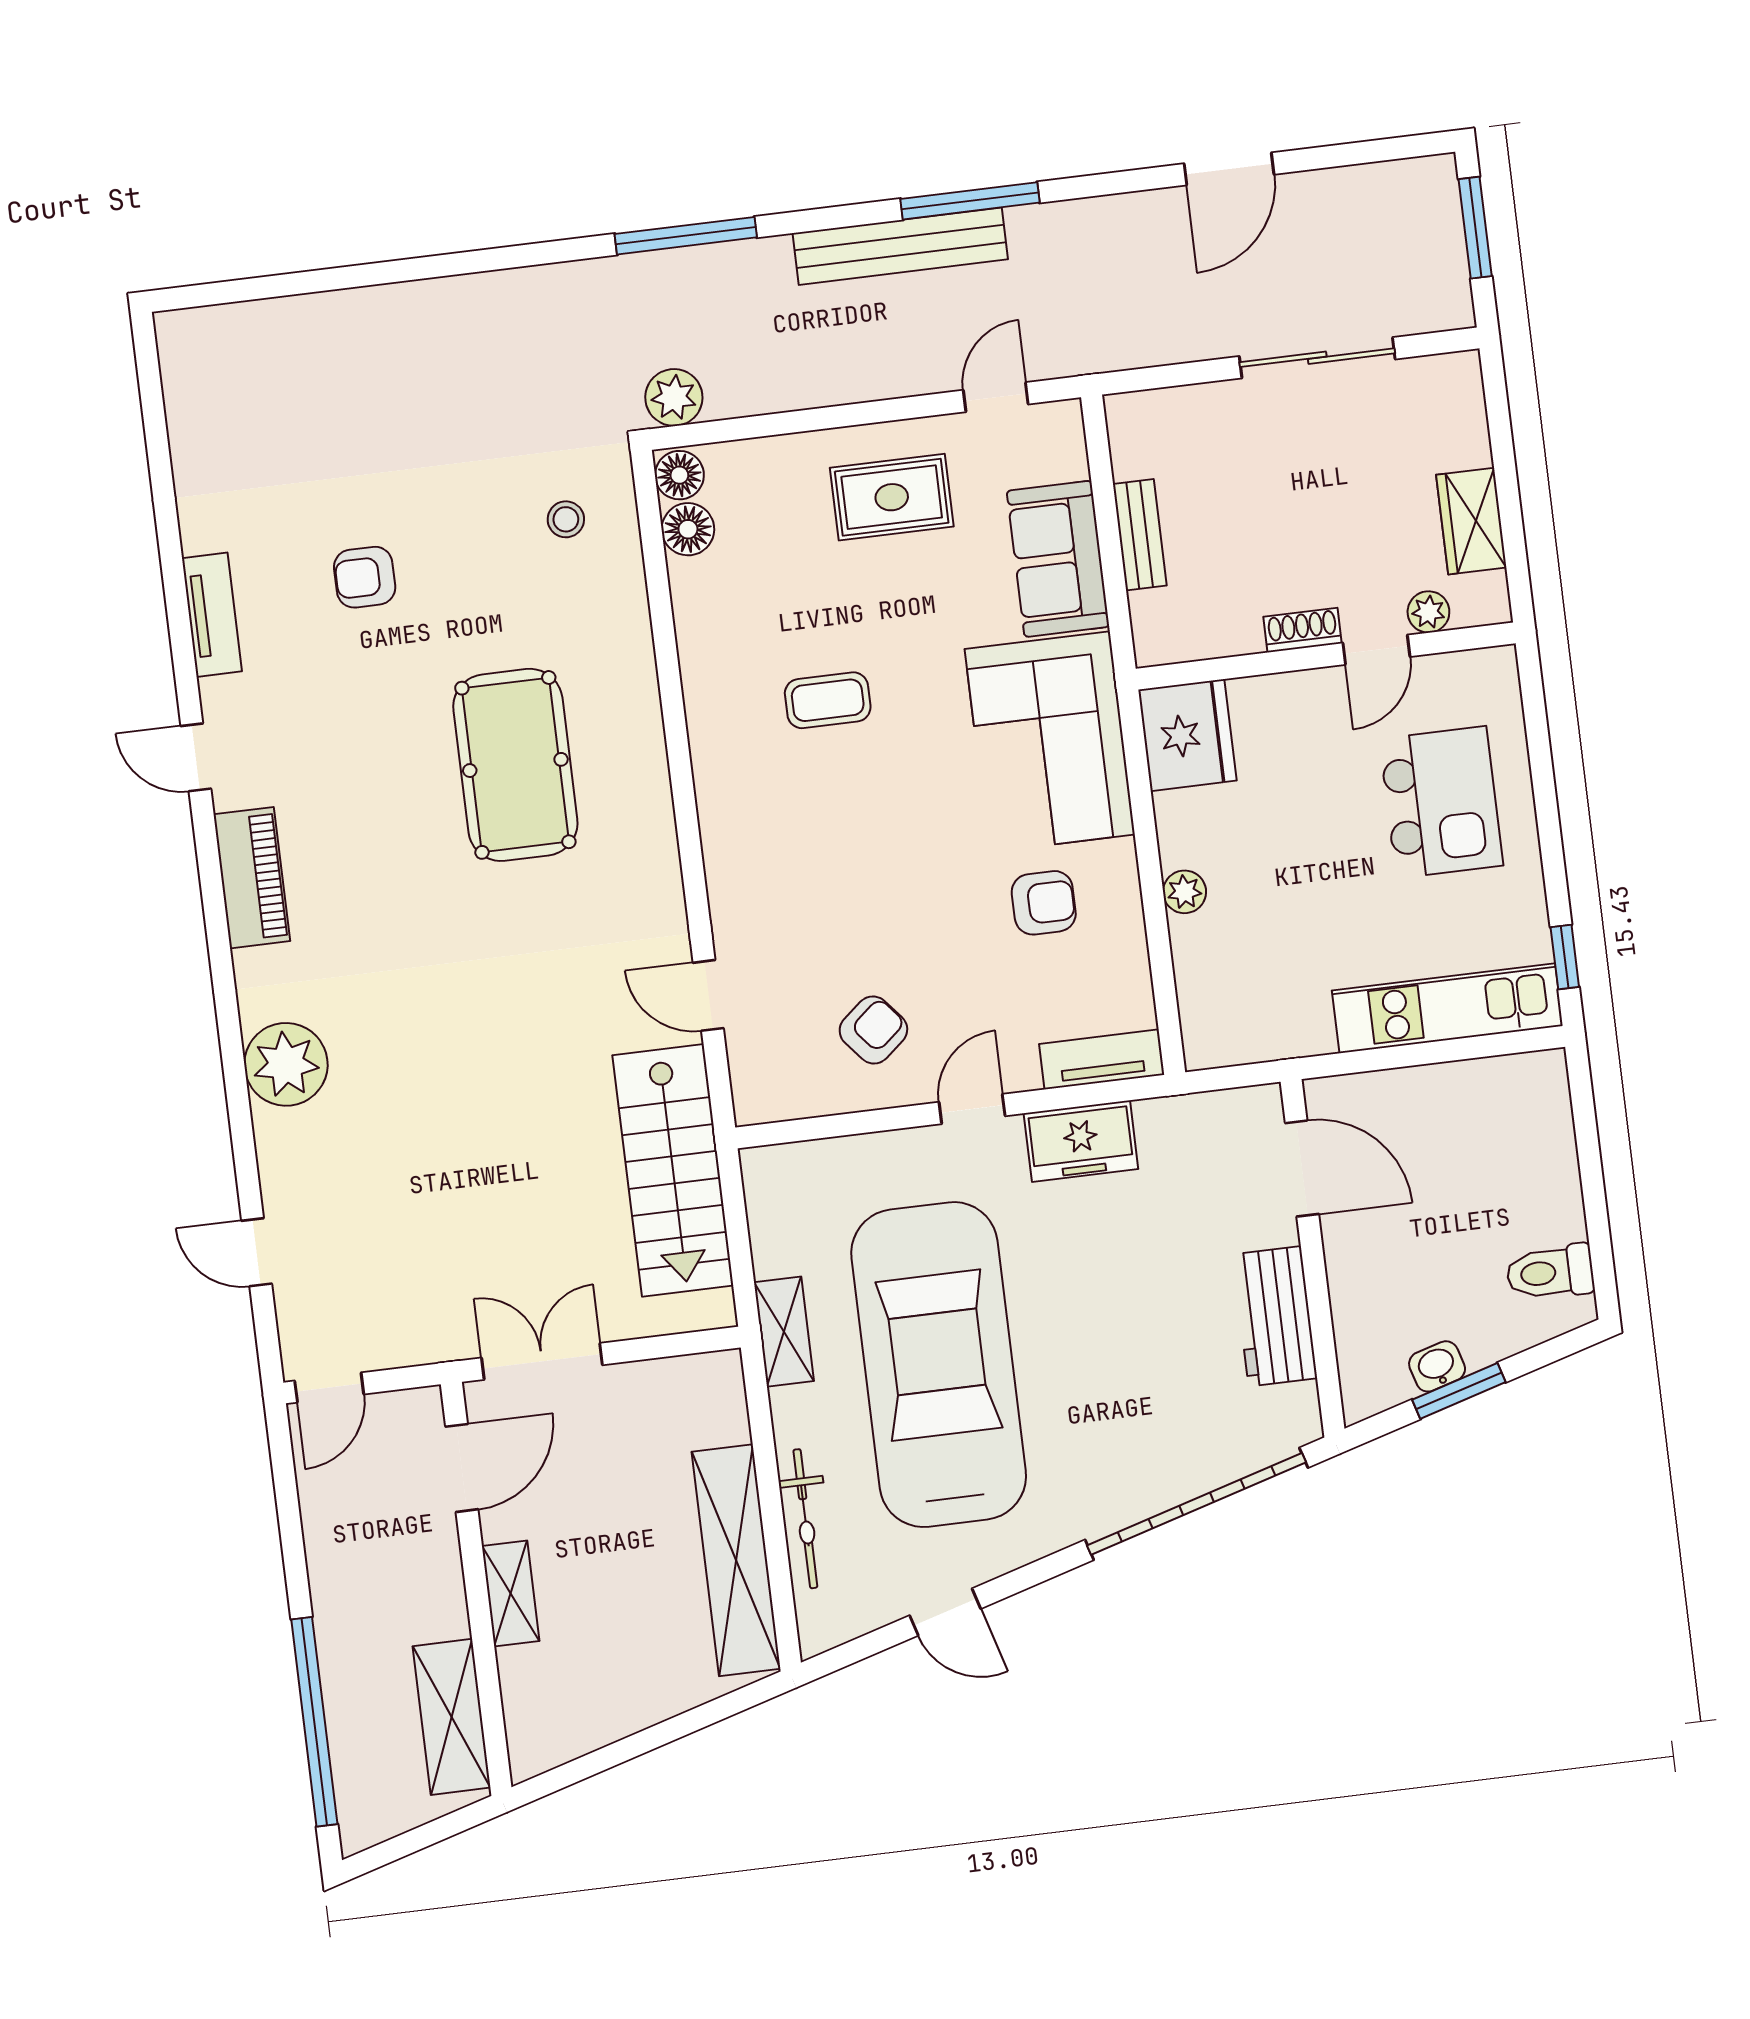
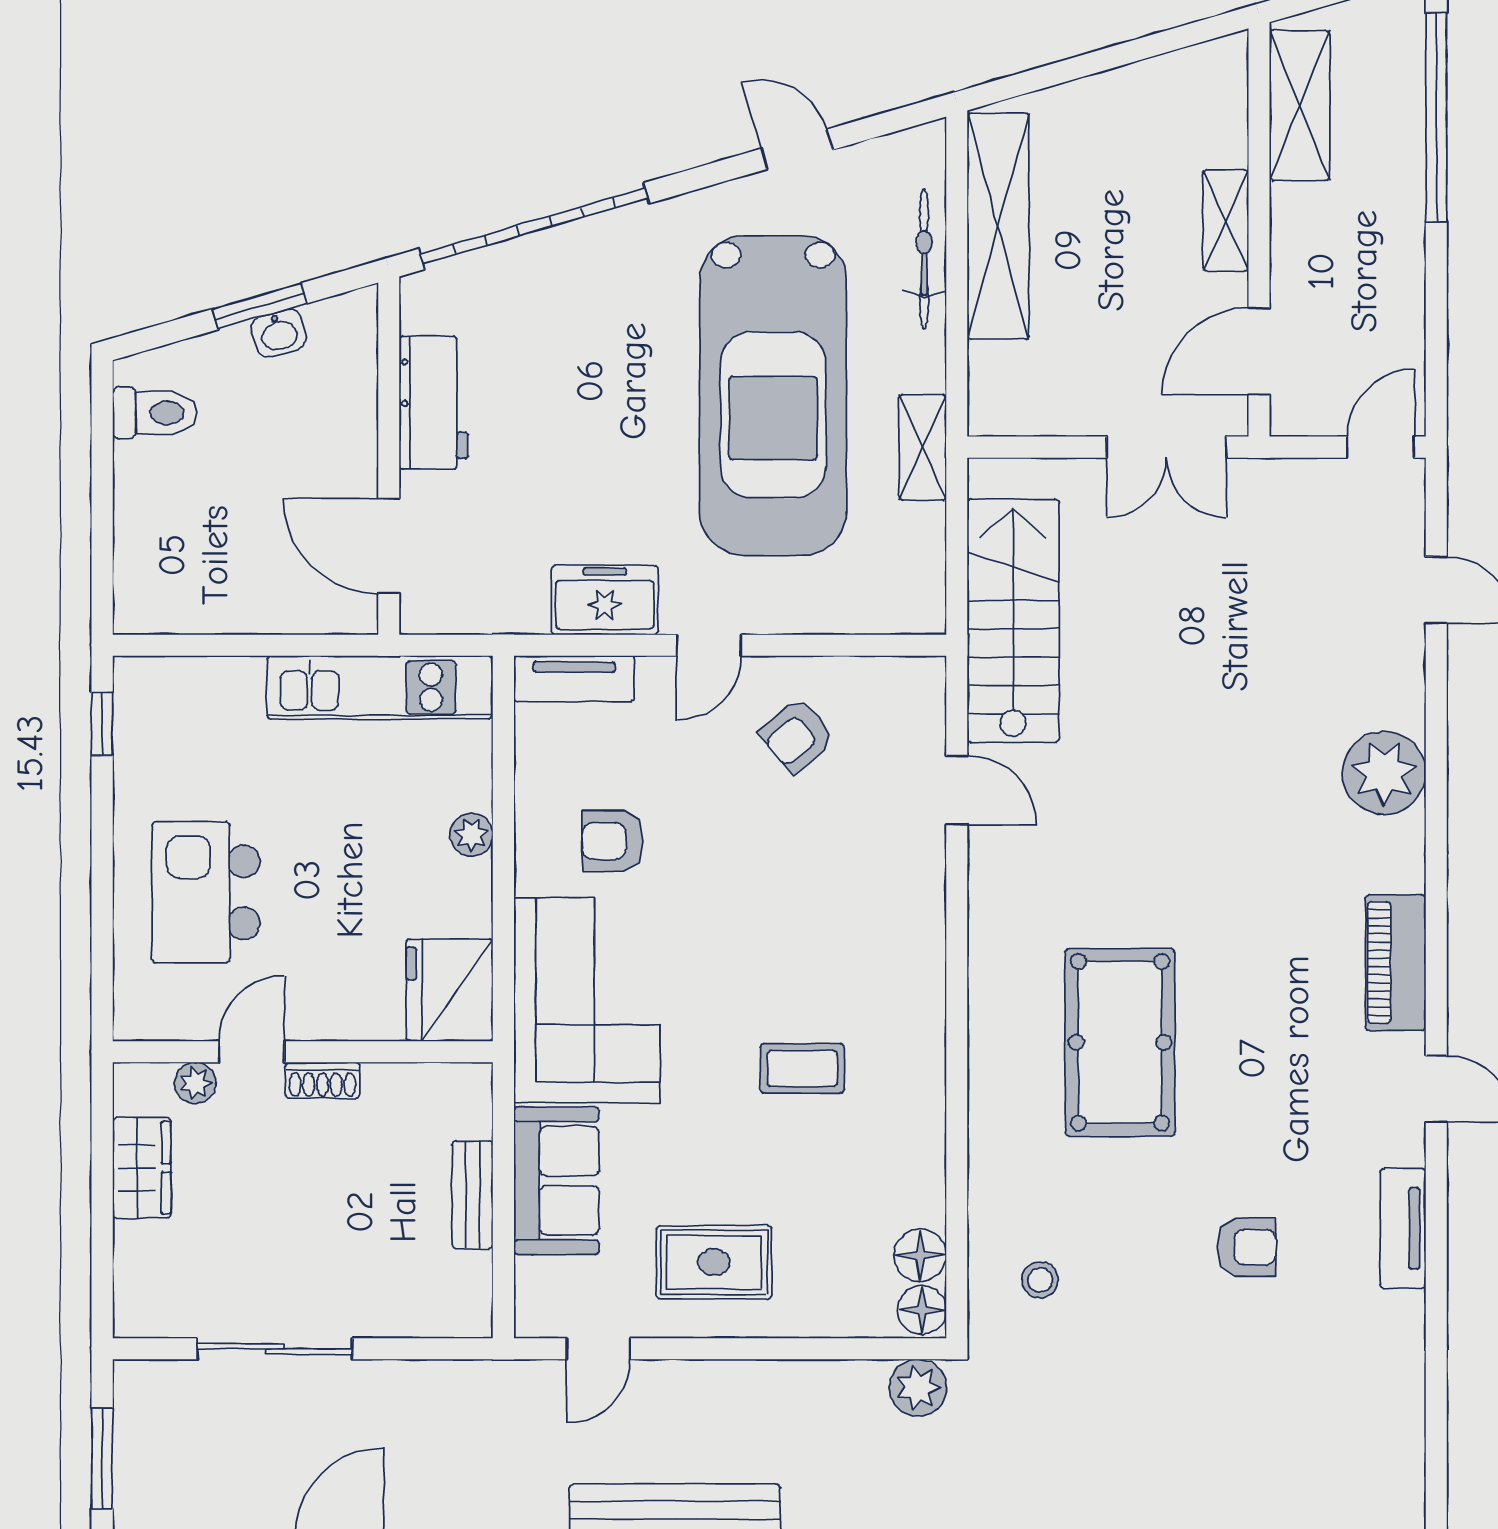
kitchen unit: (1447, 1008) -> (379, 687), moved

